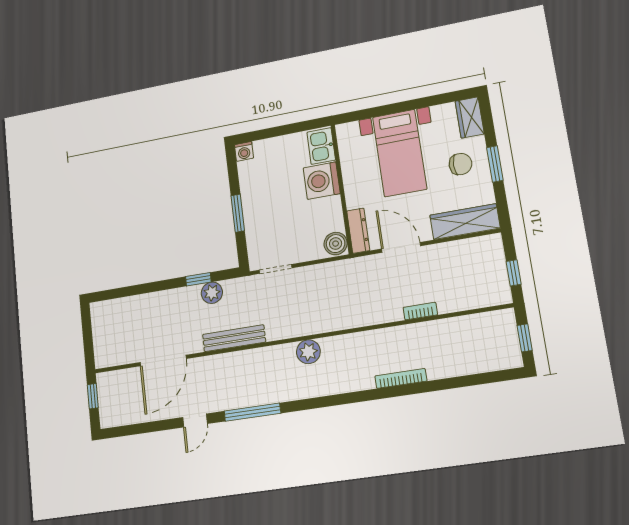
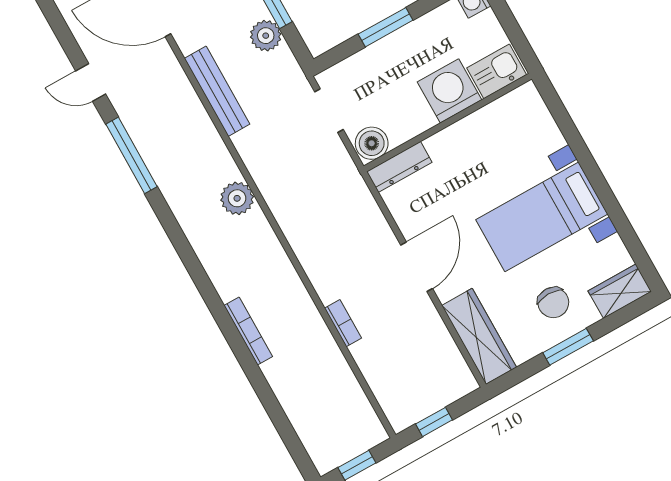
kitchen sink: (321, 146) -> (497, 71), moved
washing machine: (322, 181) -> (450, 91), moved
wall: (342, 189) -> (448, 122), moved
dresser: (358, 231) -> (399, 167), moved
boiler: (336, 244) -> (372, 143), moved

